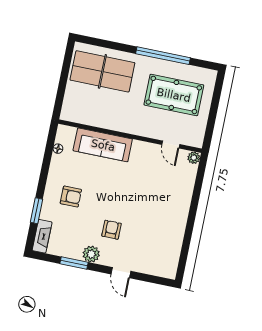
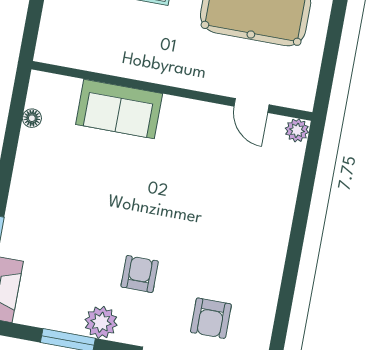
sofa: (103, 145) -> (119, 109), width x0.73
armchair: (71, 196) -> (211, 318), moved, turned 90

